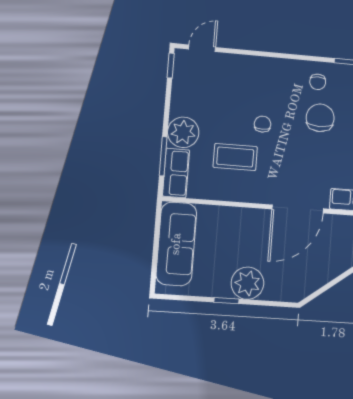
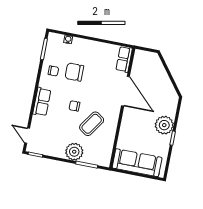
coffee table: (235, 157) -> (92, 124), turned 34
row of seats: (176, 173) -> (42, 102), moved, turned 90

